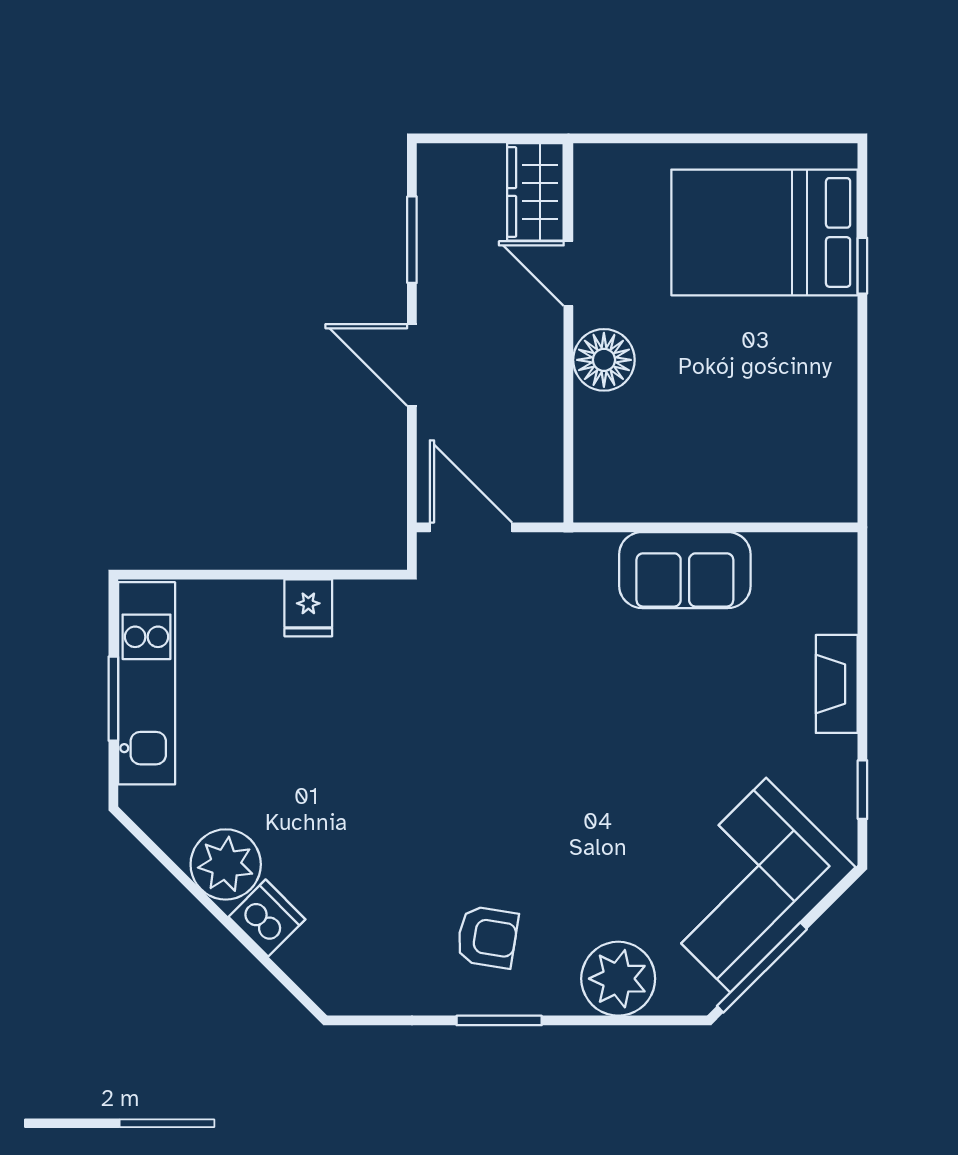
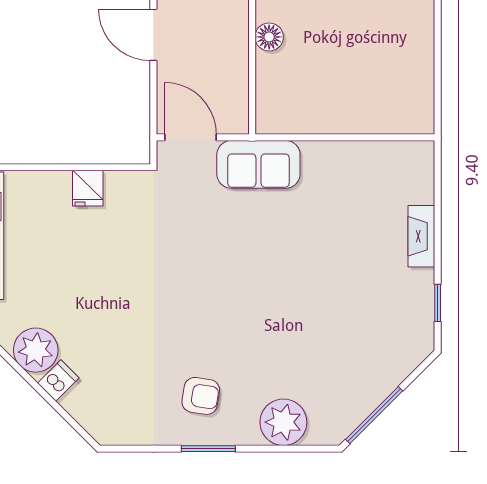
floor lamp: (604, 360) -> (269, 37), width x0.73, depth x0.73
sofa: (685, 570) -> (258, 164), moved
corner sofa: (748, 885) -> (365, 363), removed
dishwasher: (267, 918) -> (58, 380), width x0.73

